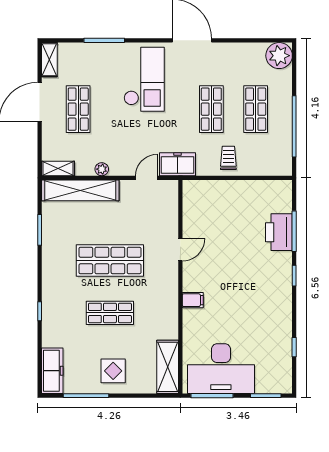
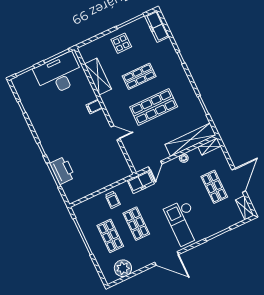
plant: (279, 56) -> (123, 268), moved
door: (180, 250) -> (115, 133), swing flipped
shelving: (168, 367) -> (98, 76), moved

